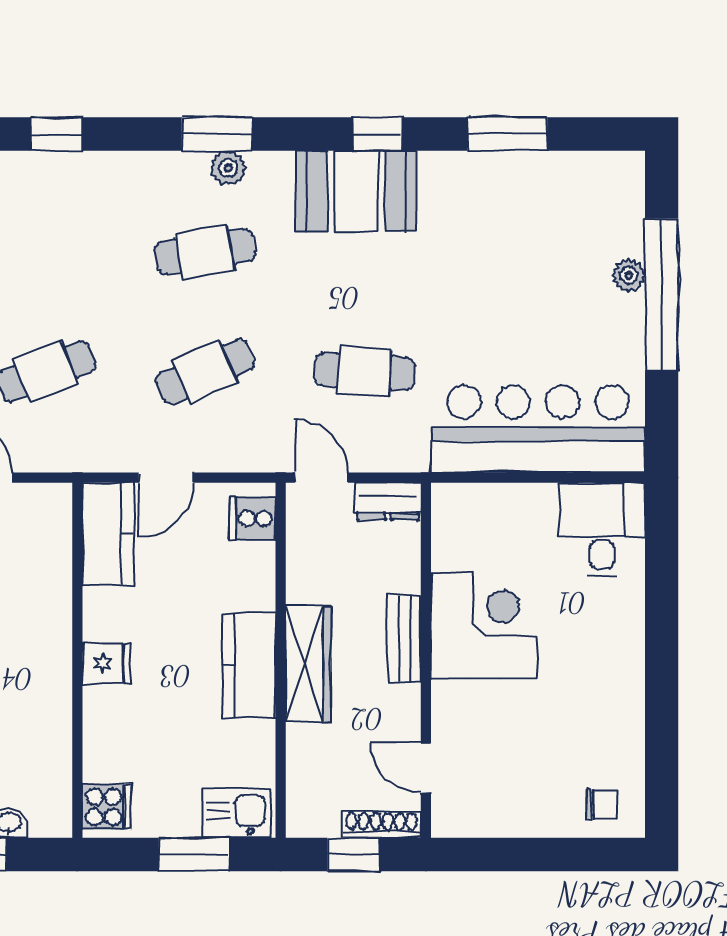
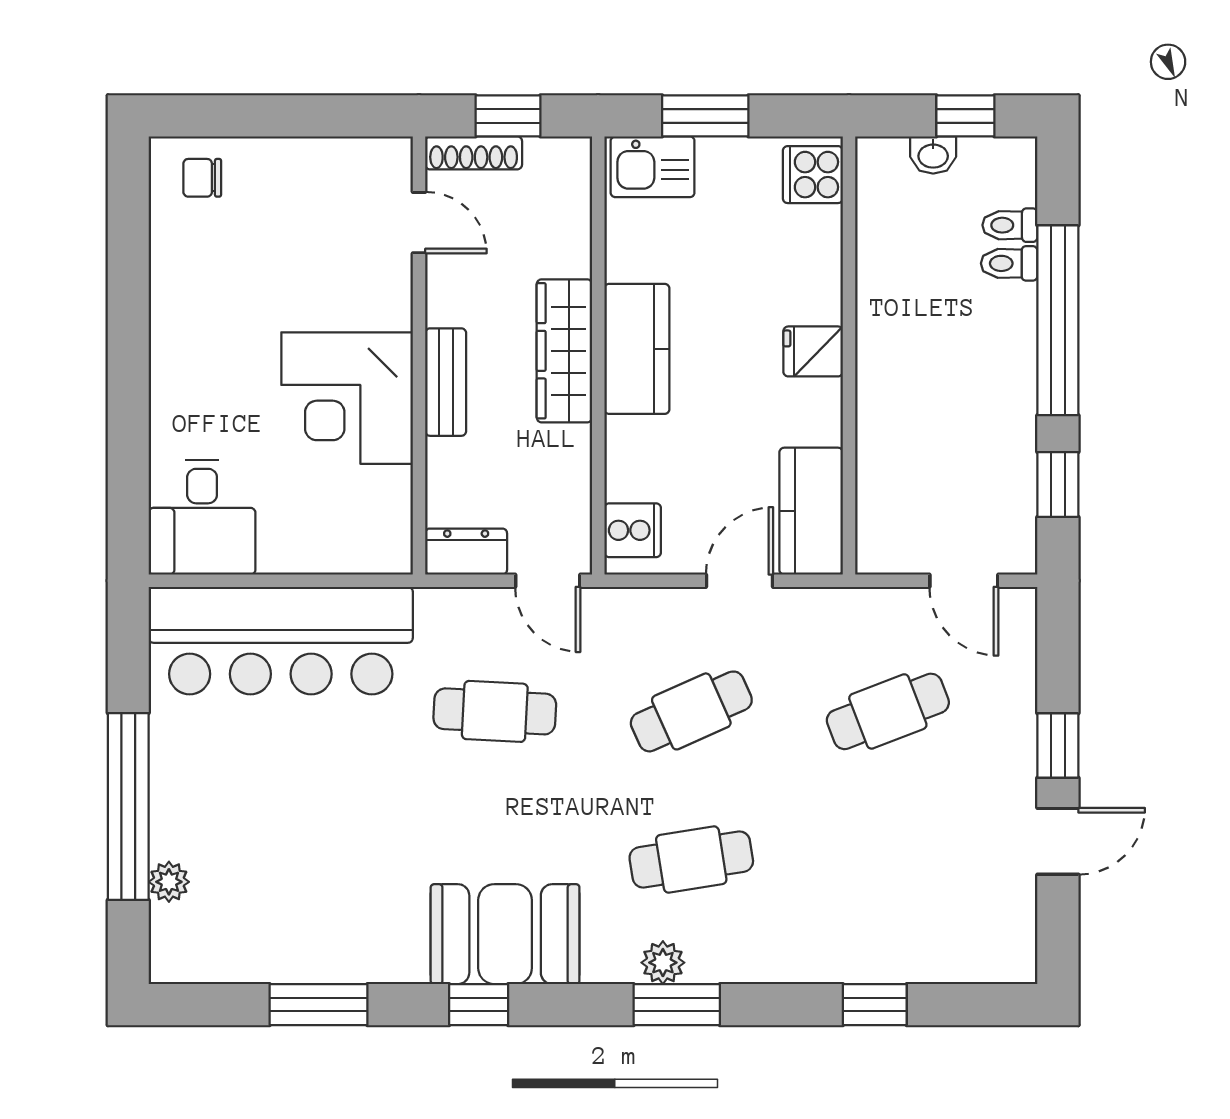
plant: (629, 275) -> (169, 882), moved

